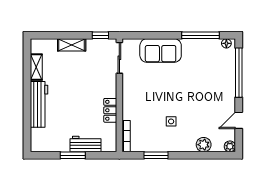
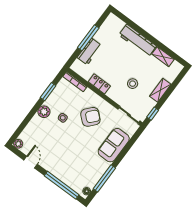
stool: (85, 77) -> (133, 84), added
armchair: (150, 95) -> (90, 117), added
plant: (204, 145) -> (44, 112), moved
window: (73, 155) -> (88, 38), width x1.44

